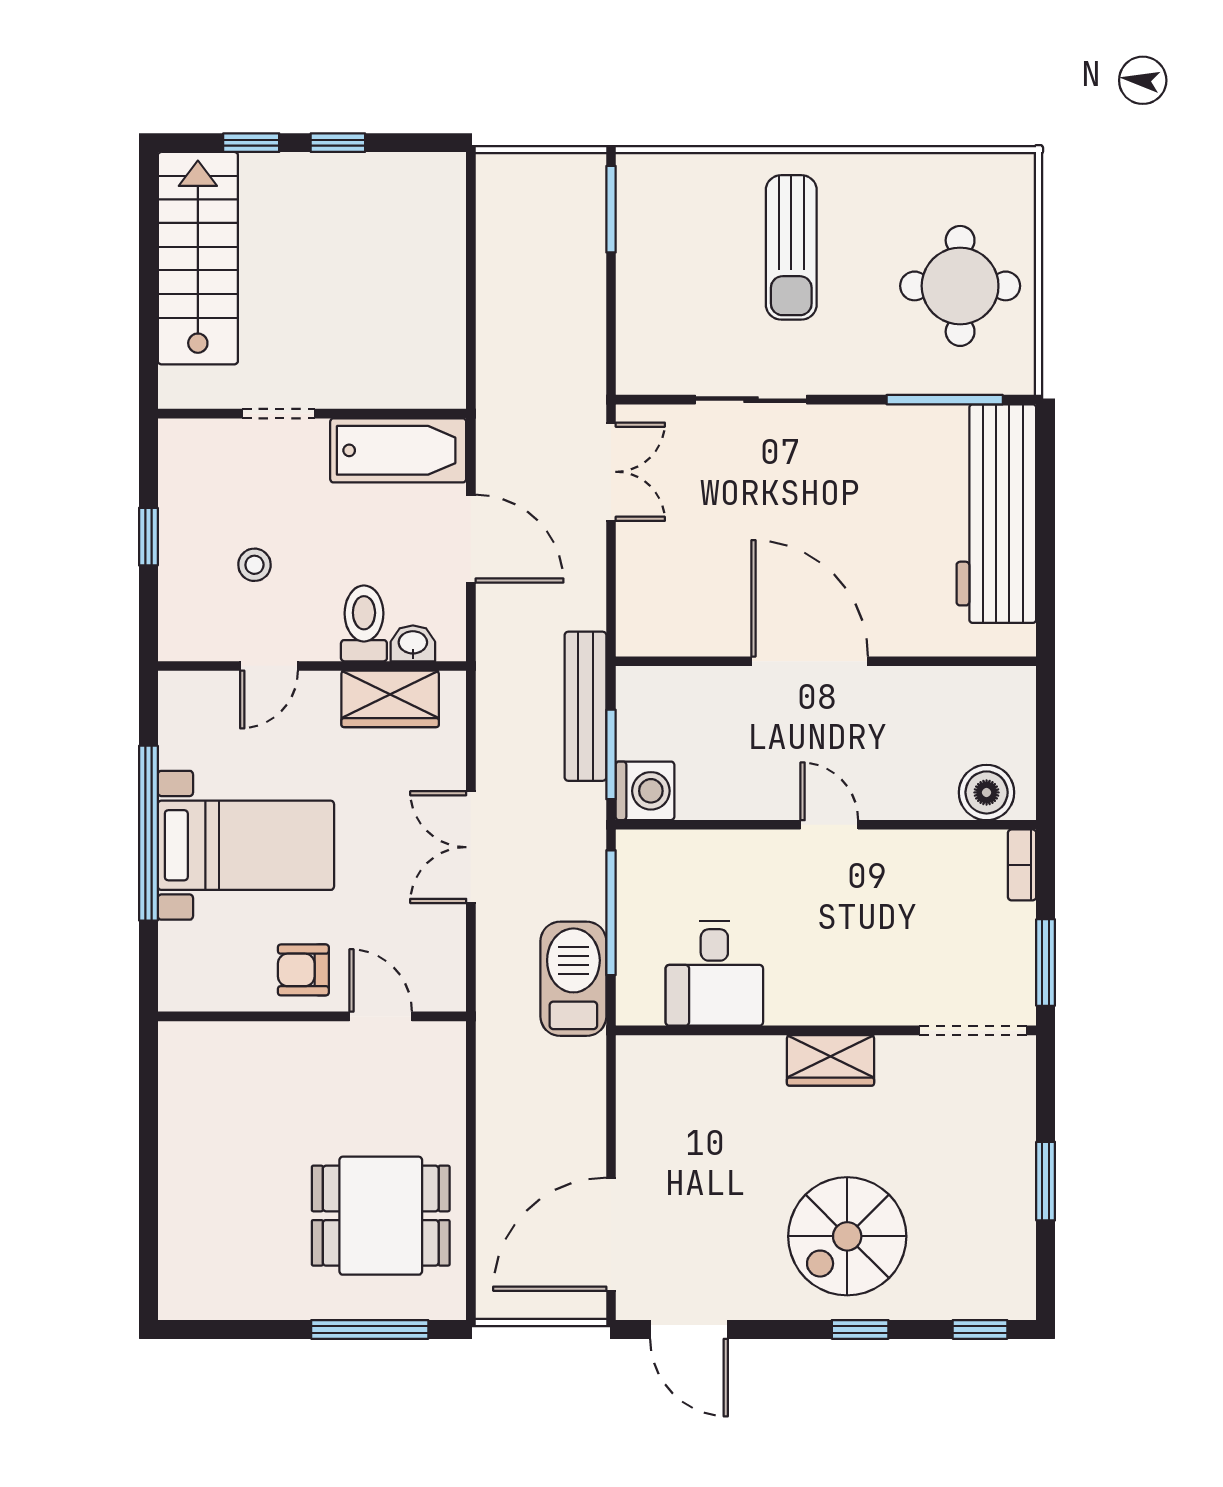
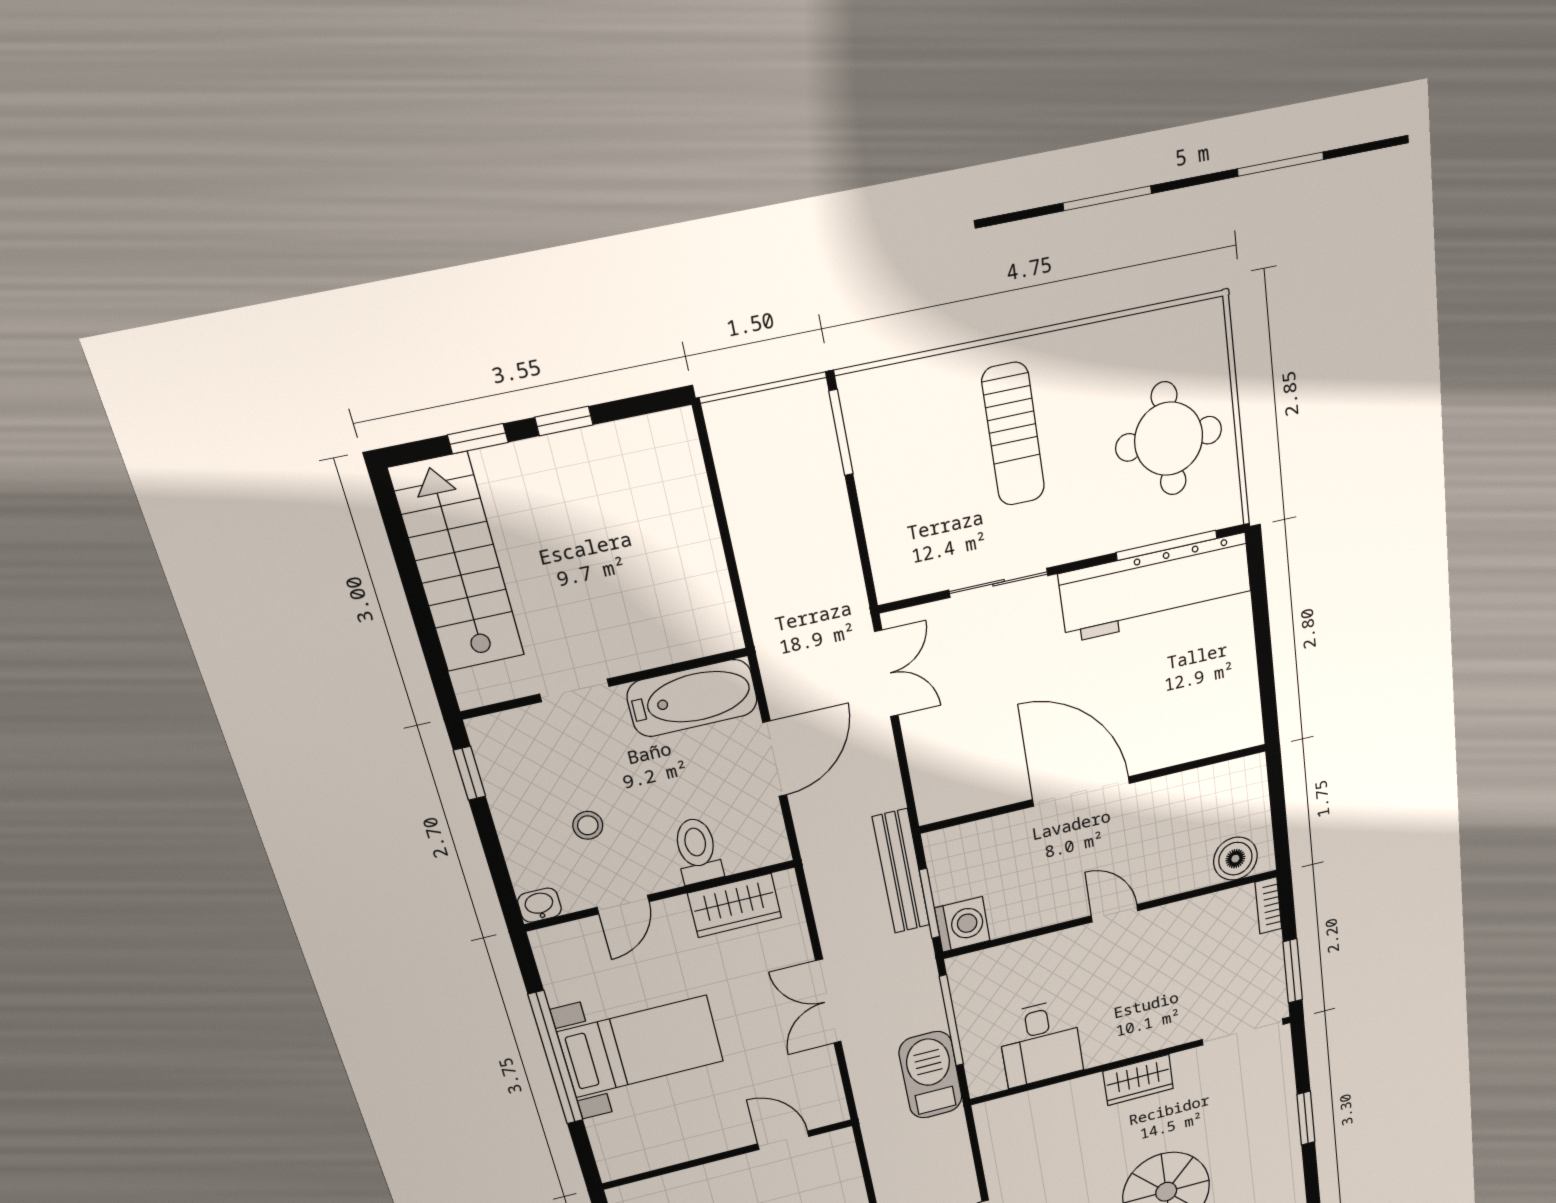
workbench: (996, 514) -> (1156, 588), moved, turned -90
window: (148, 537) -> (469, 773), moved
door: (471, 539) -> (775, 759), hinge flipped
washbasin: (413, 643) -> (539, 905), moved
armchair: (303, 970) -> (713, 1124), removed

